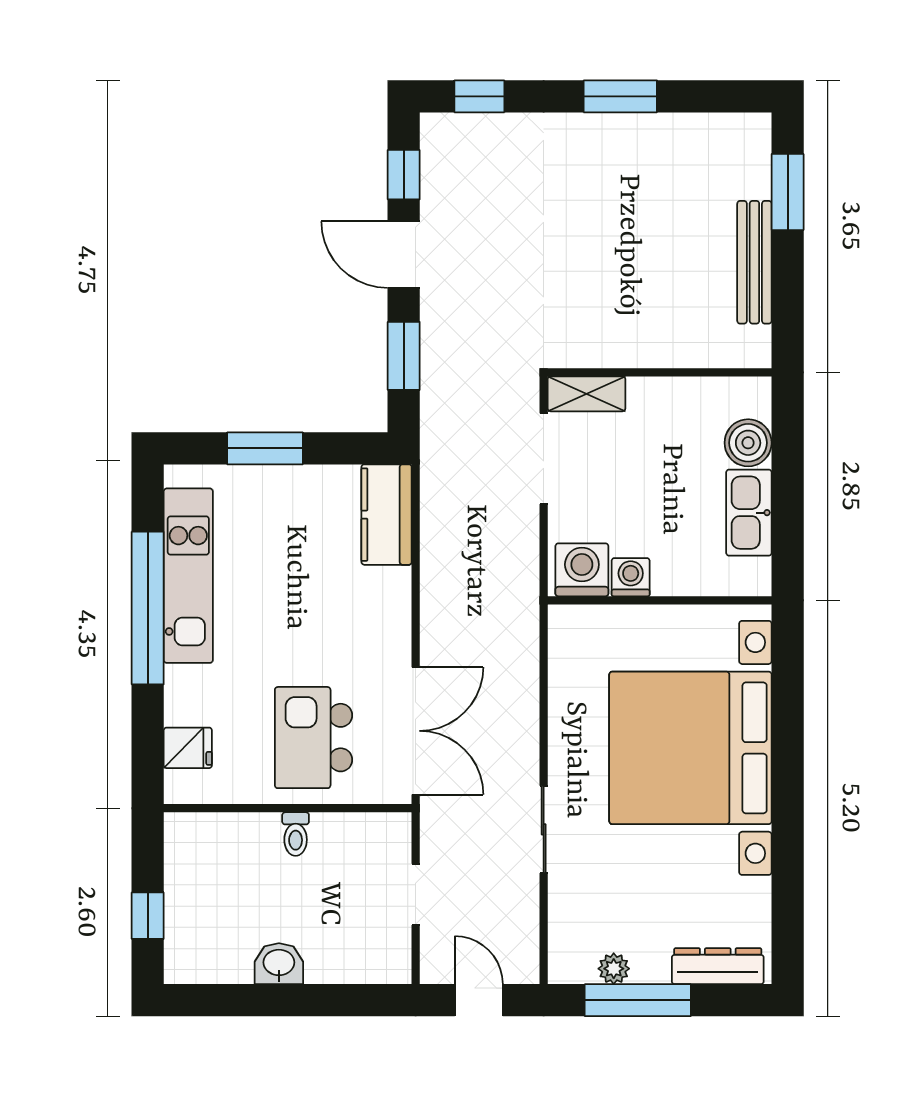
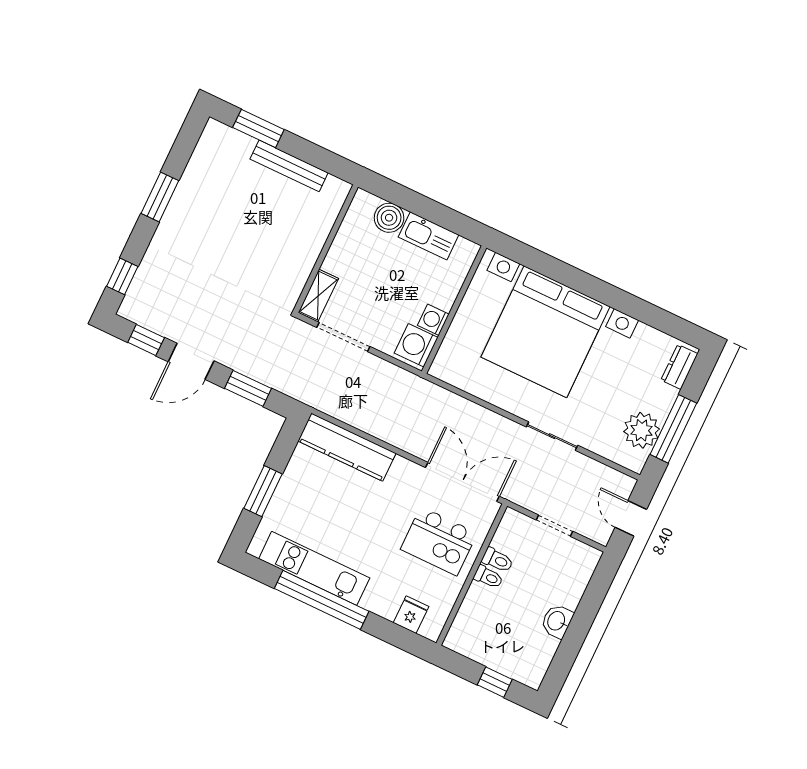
kitchen counter: (387, 515) -> (347, 447), width x1.50
toilet: (326, 836) -> (497, 560), added
dresser: (718, 966) -> (679, 367), width x0.70
plant: (614, 969) -> (641, 430), width x1.88, depth x1.88
door: (479, 1000) -> (631, 518), hinge flipped

